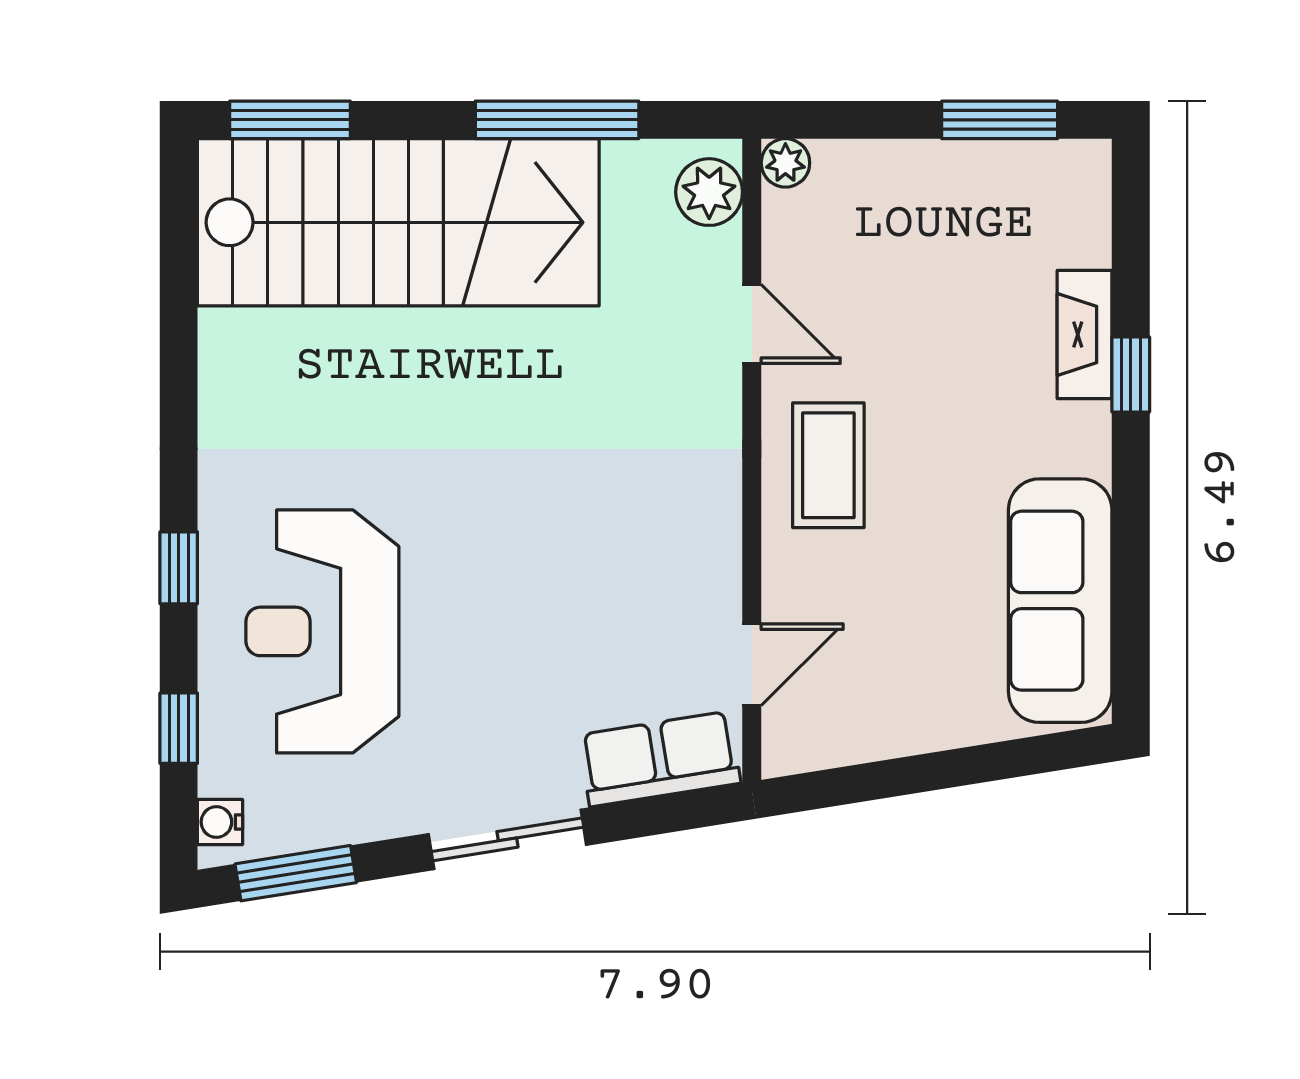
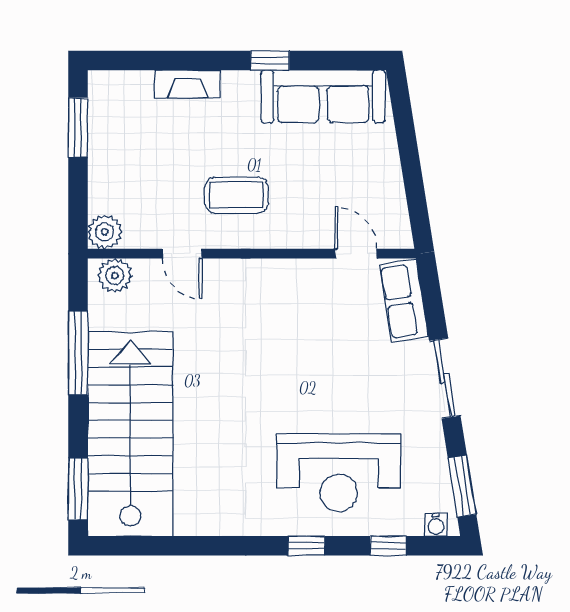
plant: (785, 163) -> (105, 232), width x1.38, depth x1.38
door: (752, 324) -> (182, 254), swing flipped
window: (1131, 375) -> (270, 61), moved
coffee table: (828, 465) -> (236, 195), moved

